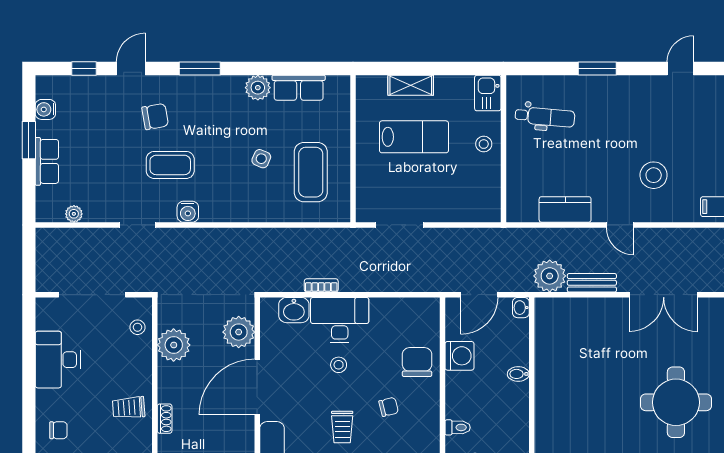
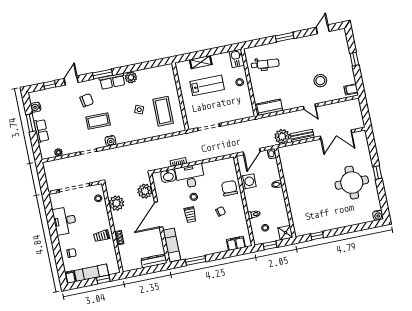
row of seats: (299, 88) -> (112, 81), moved
kitchen counter: (565, 209) -> (270, 107), moved
trolley: (342, 427) -> (190, 215), moved

